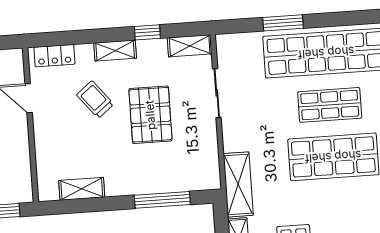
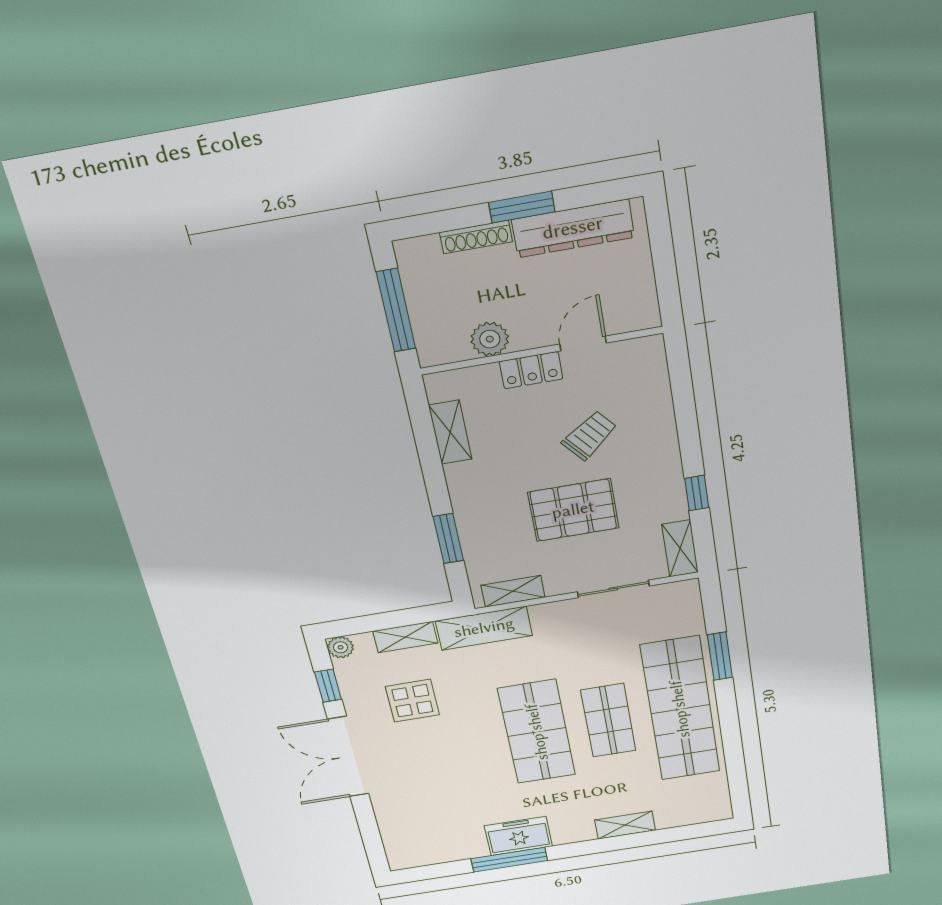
shelving: (115, 51) -> (513, 591), moved, turned 90
locker: (54, 56) -> (531, 370), moved, turned -90
plant: (18, 156) -> (490, 339), added
window: (162, 200) -> (448, 539), width x0.69

